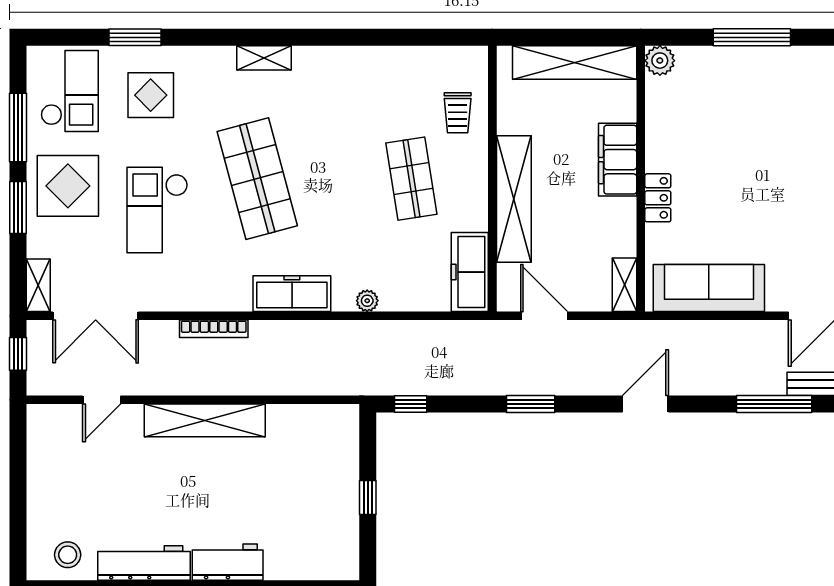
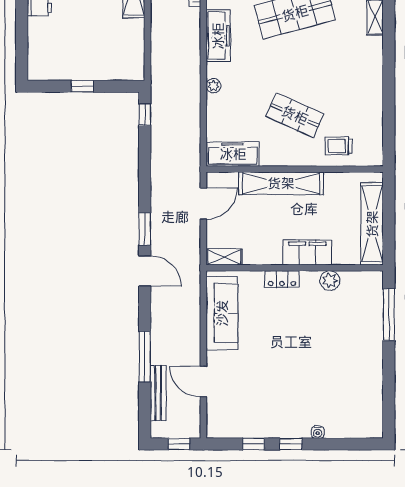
window: (752, 37) -> (389, 315), moved
plant: (660, 61) -> (330, 281), moved
shop shelf: (411, 179) -> (295, 115), turned 33
window: (531, 404) -> (145, 229), moved

